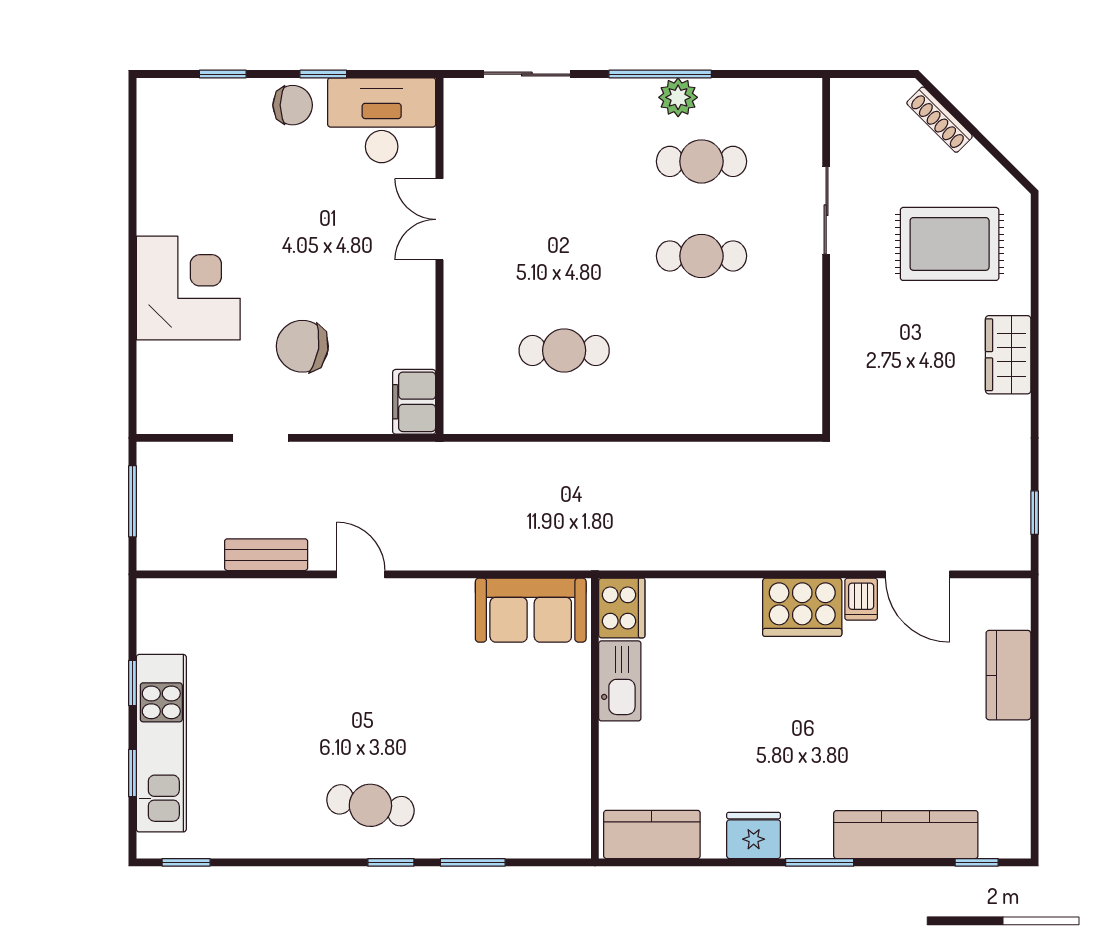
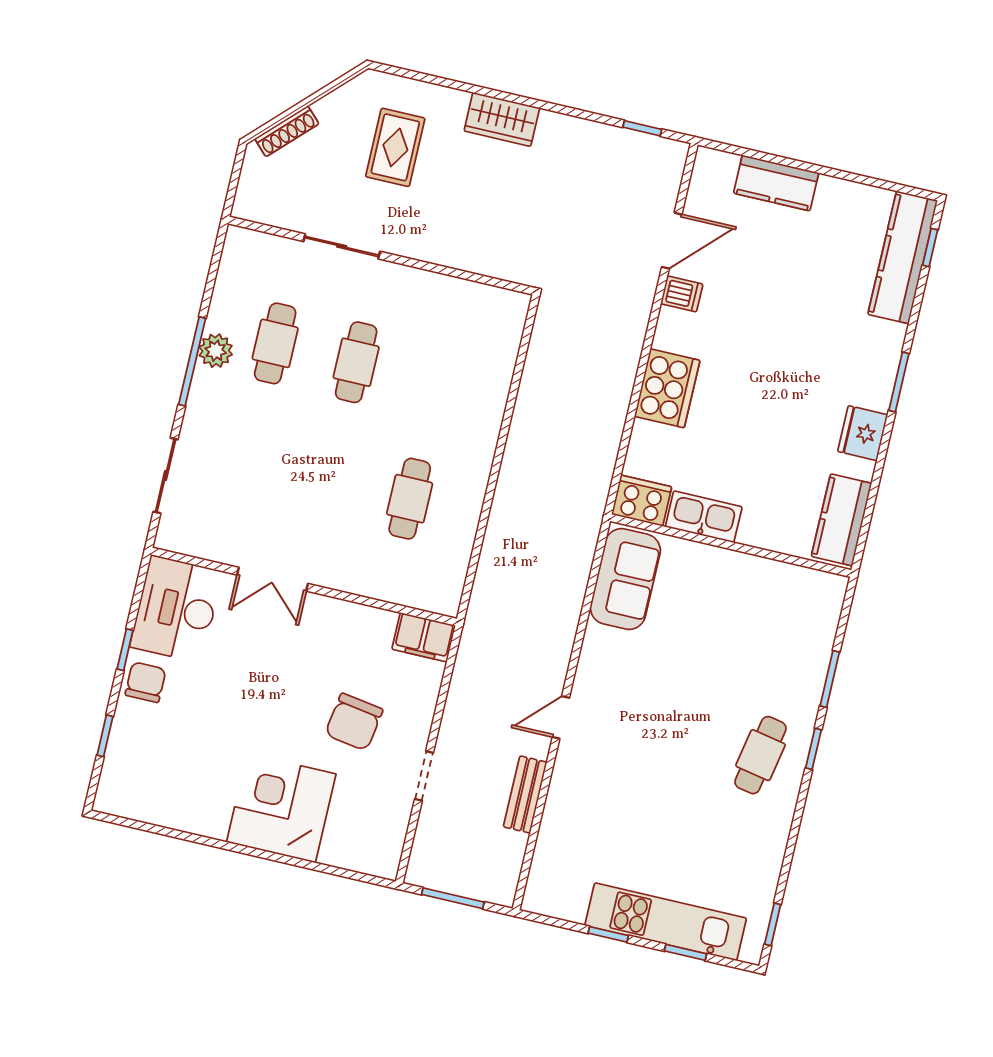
rug: (950, 244) -> (395, 147), width x0.73, depth x0.70
cooker: (802, 607) -> (667, 388), moved
kitchen counter: (906, 835) -> (903, 257), moved

